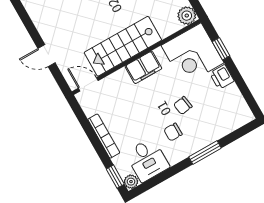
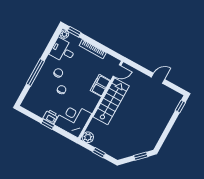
window: (221, 49) -> (48, 124), moved
door: (46, 56) -> (158, 78), moved
filing cabinet: (143, 67) -> (100, 85), moved
window: (205, 152) -> (35, 72), width x1.44

